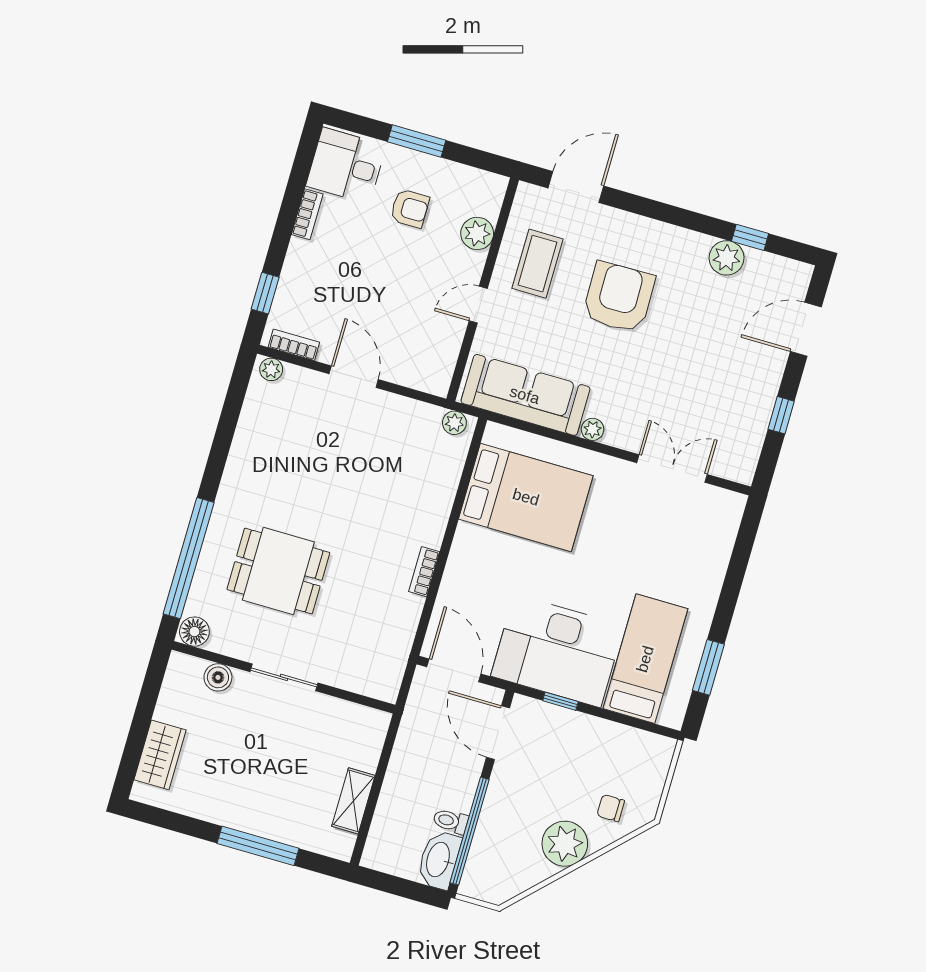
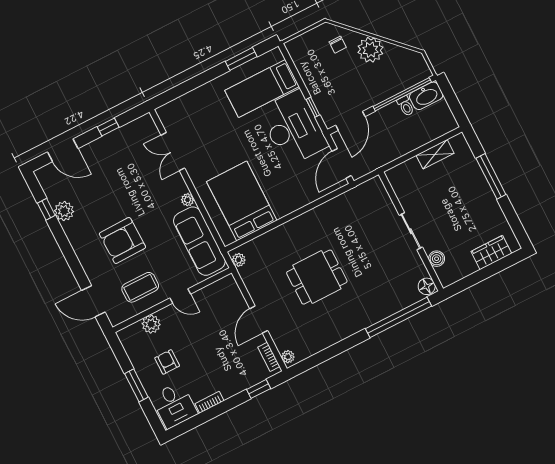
dining table: (278, 571) -> (317, 277), moved, turned 90
bookcase: (424, 572) -> (312, 214), removed

